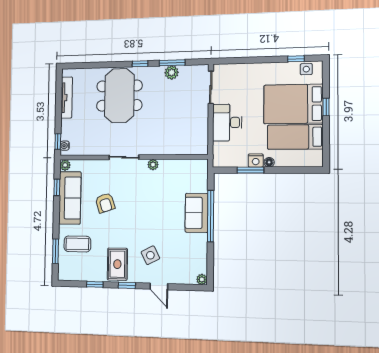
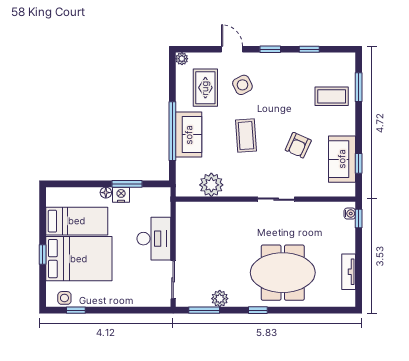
window: (172, 63) -> (204, 310), moved
meeting table: (119, 96) -> (283, 273), turned 90
tv unit: (67, 98) -> (349, 272), width x0.71
plant: (65, 165) -> (349, 190), removed
plant: (153, 165) -> (211, 185), moved, width x1.87, depth x1.87
sofa: (70, 198) -> (342, 159), width x0.73
armchair: (105, 203) -> (298, 145), turned -138
coffee table: (148, 211) -> (246, 136), added
rug: (117, 264) -> (205, 88), moved

